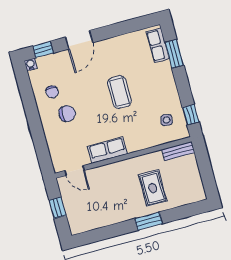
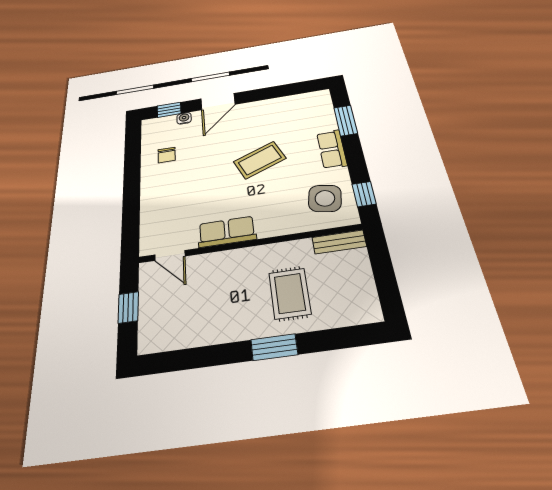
row of seats: (158, 45) -> (332, 149), moved
water cooler: (31, 65) -> (184, 118), moved
coffee table: (119, 92) -> (260, 160), turned 67
chair: (67, 114) -> (180, 181), removed
side table: (166, 120) -> (325, 198), width x1.87, depth x1.87

